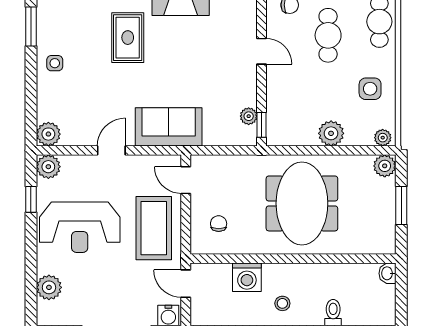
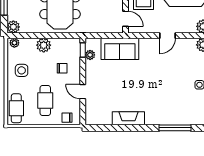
rug: (128, 38) -> (158, 99), removed
chair: (298, 92) -> (62, 68), added
sofa: (169, 127) -> (120, 49), moved

